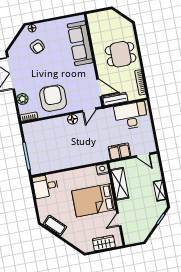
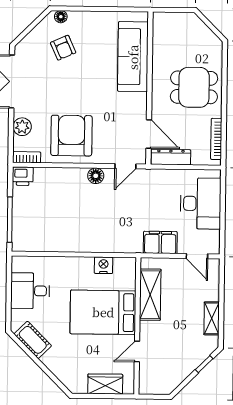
desk: (131, 116) -> (201, 203), moved, turned 90
printer: (29, 129) -> (23, 176), added
nightstand: (102, 169) -> (103, 265), moved
desk: (45, 186) -> (30, 291), moved

